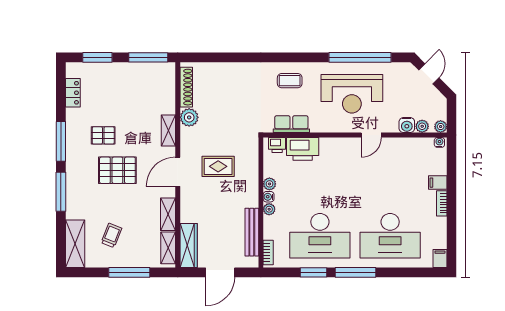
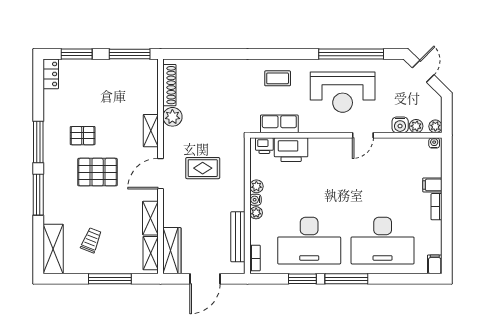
locker: (73, 93) -> (51, 74), moved

